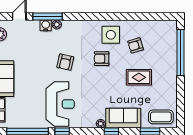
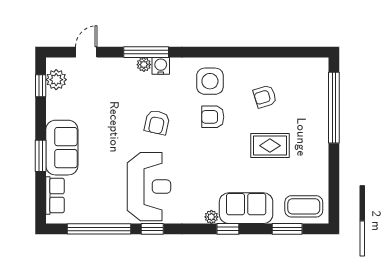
window: (47, 16) -> (146, 52), moved
water cooler: (46, 25) -> (161, 66), moved
side table: (111, 35) -> (210, 81), moved

